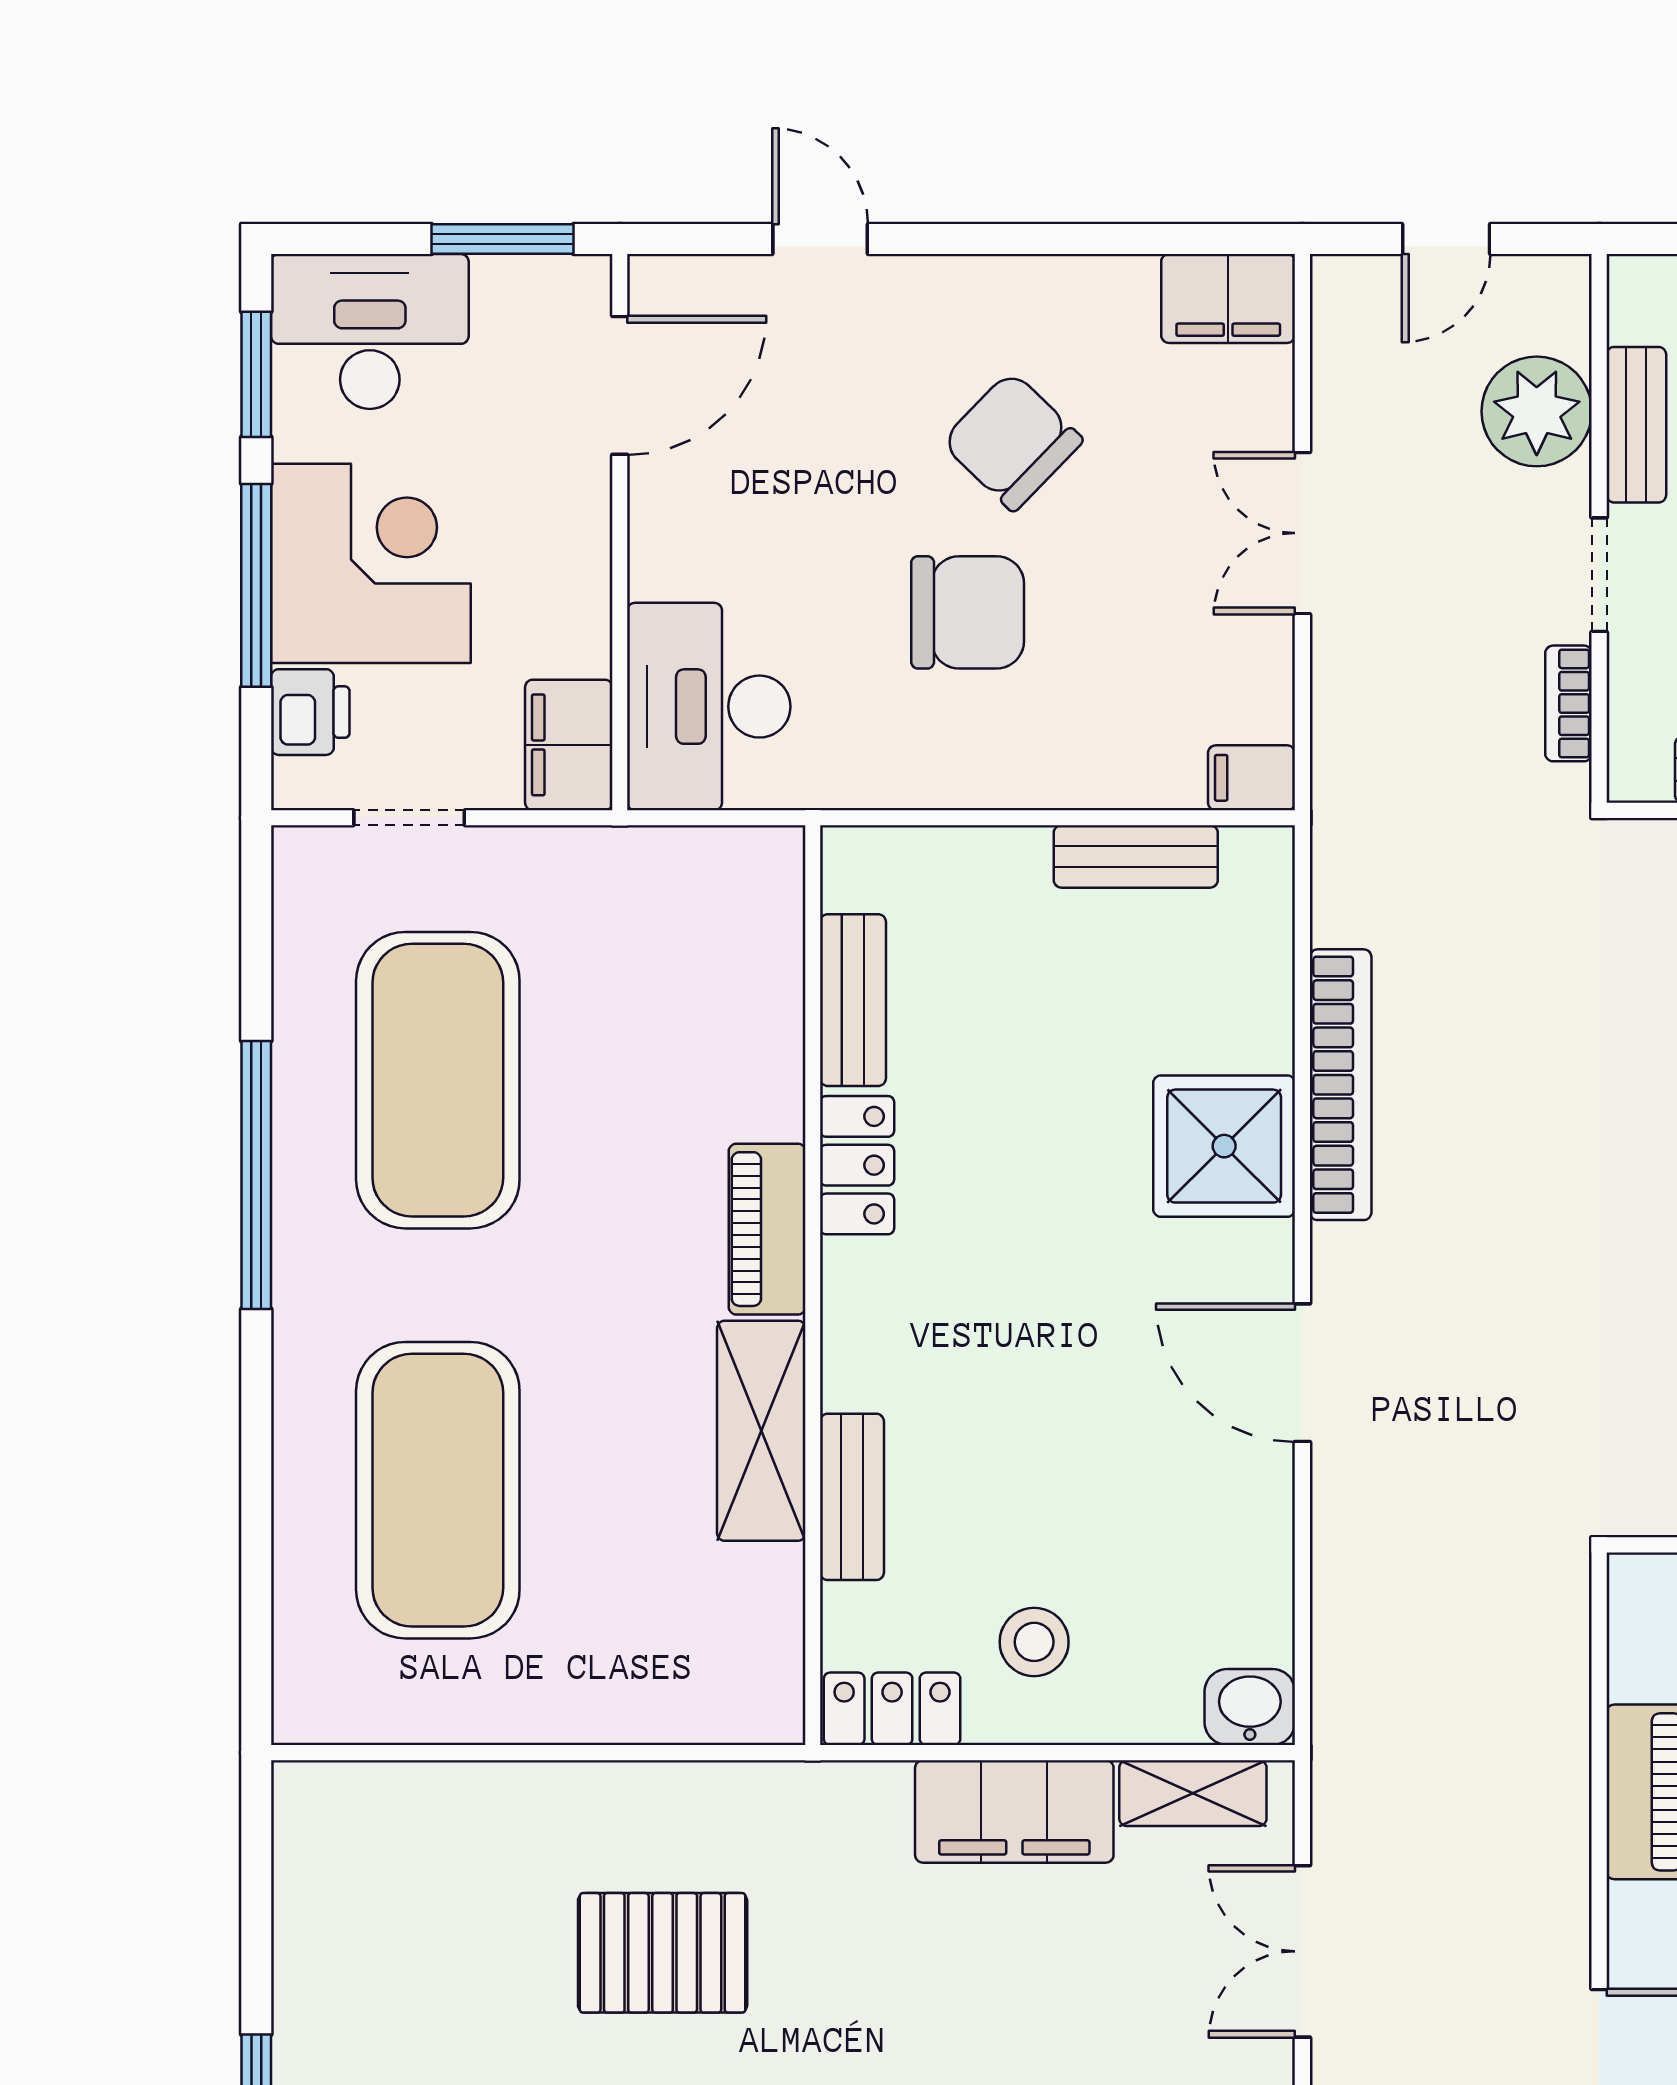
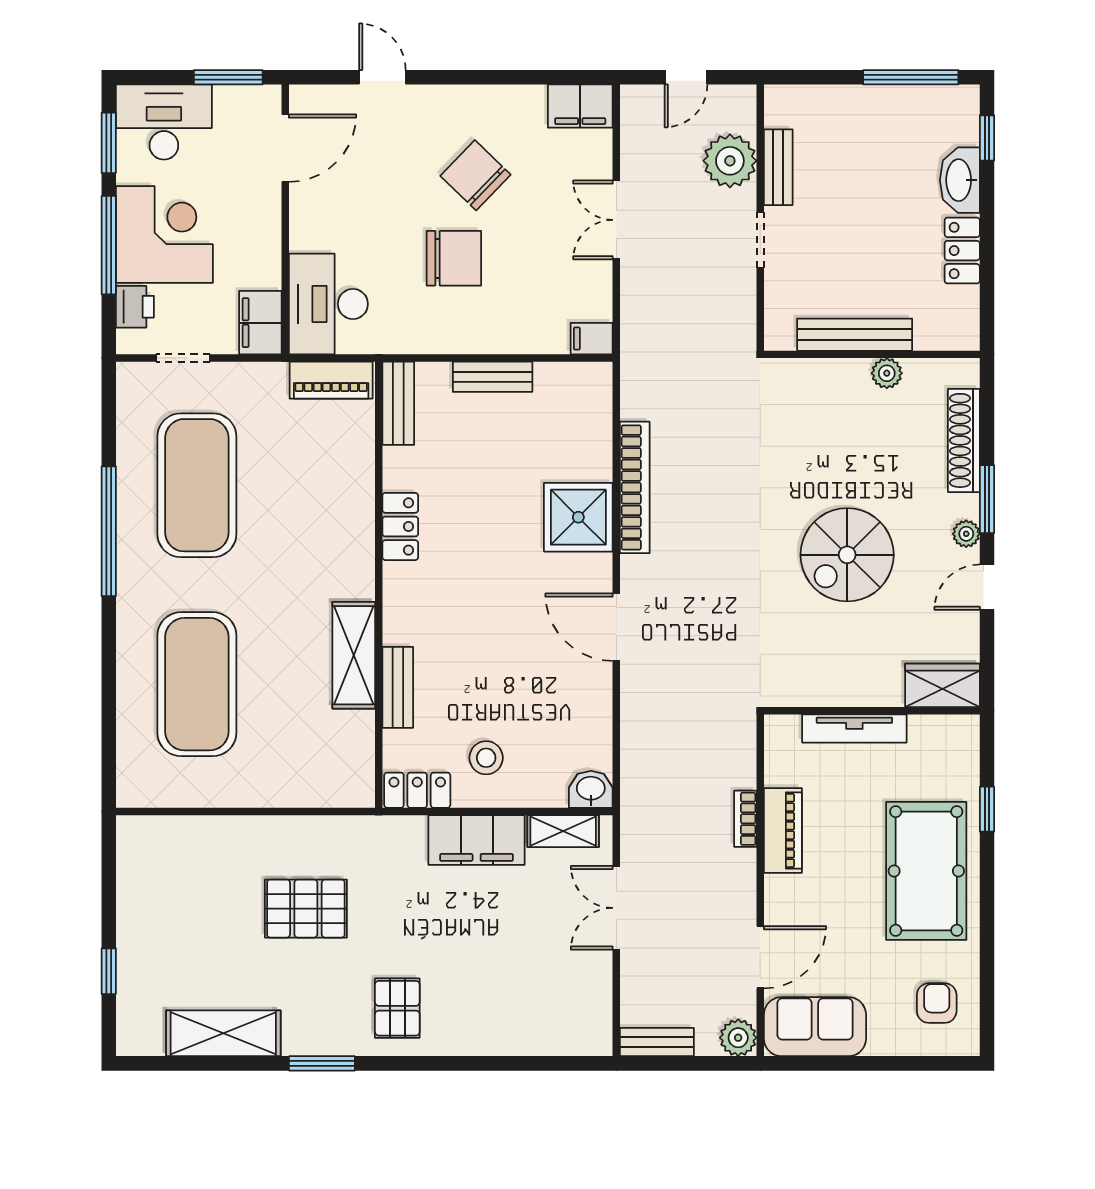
bookcase: (1569, 703) -> (745, 819), moved
bench: (1136, 856) -> (493, 377), moved
bench: (853, 1000) -> (398, 403), moved
piano: (767, 1229) -> (331, 380), moved, turned -90

